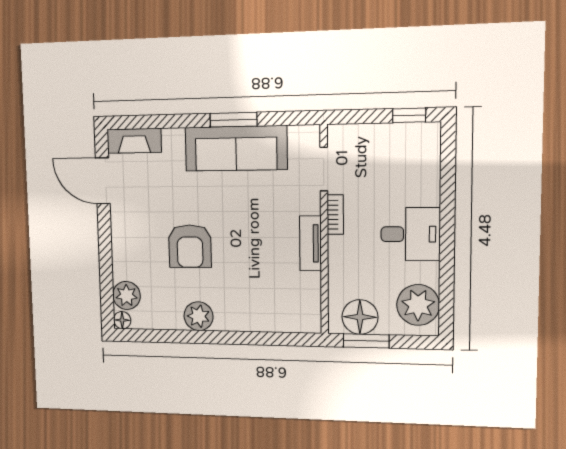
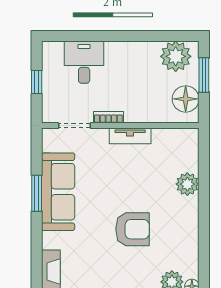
window: (409, 115) -> (37, 82), moved
desk: (411, 234) -> (84, 62), moved
plant: (199, 316) -> (187, 184), moved
window: (366, 341) -> (204, 75), moved

